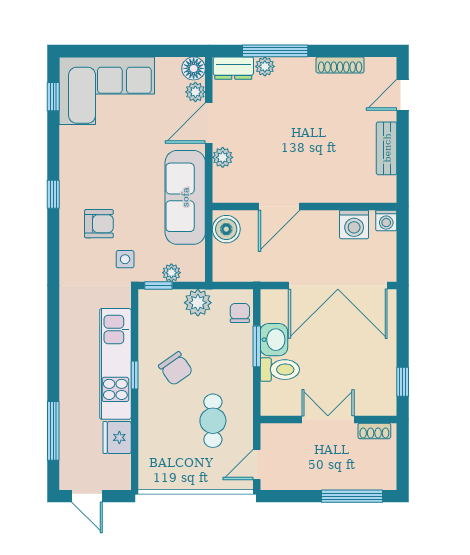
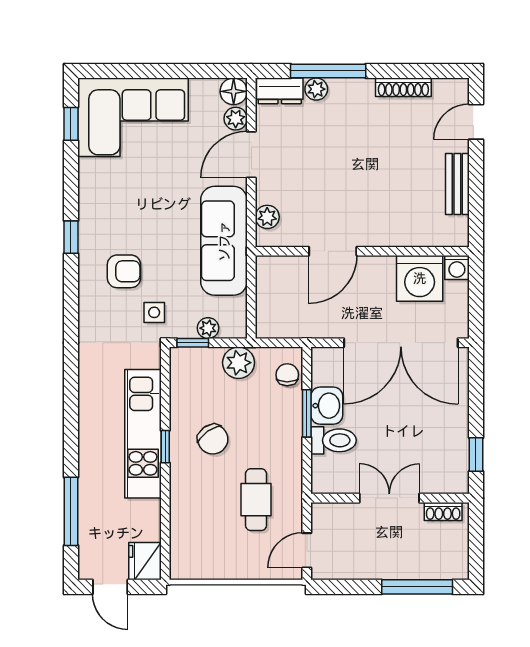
plant: (223, 157) -> (267, 217), moved
washing machine: (354, 224) -> (420, 278), width x1.37, depth x1.37
boiler: (226, 229) -> (271, 278), removed
fridge: (117, 437) -> (145, 561), moved

